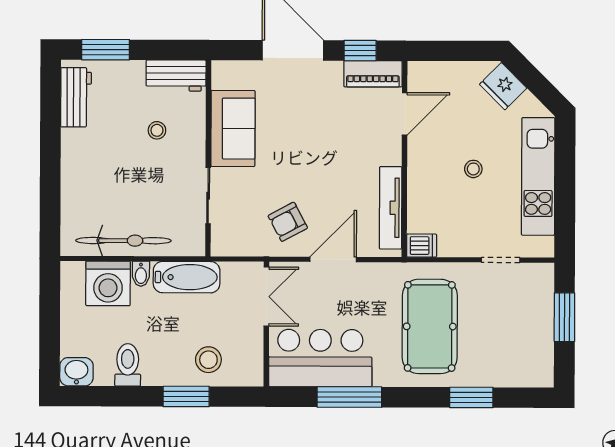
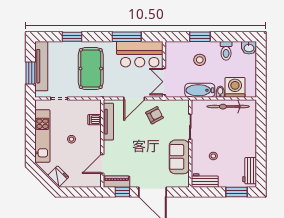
dishwasher: (422, 246) -> (95, 120), moved
tv unit: (540, 332) -> (41, 66), added
stool: (208, 360) -> (200, 60), moved

